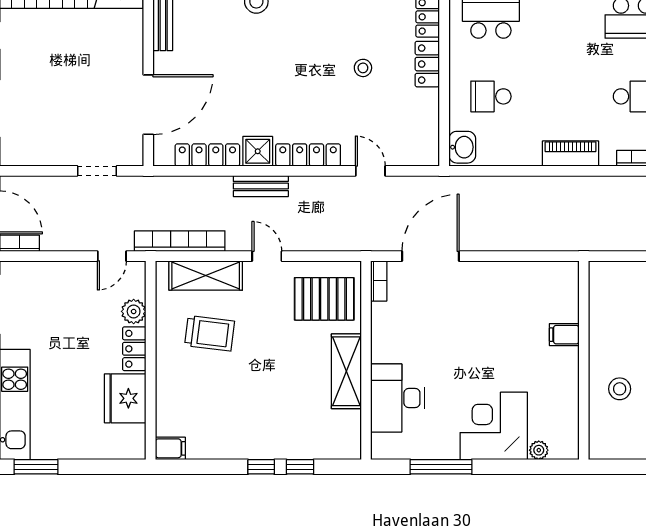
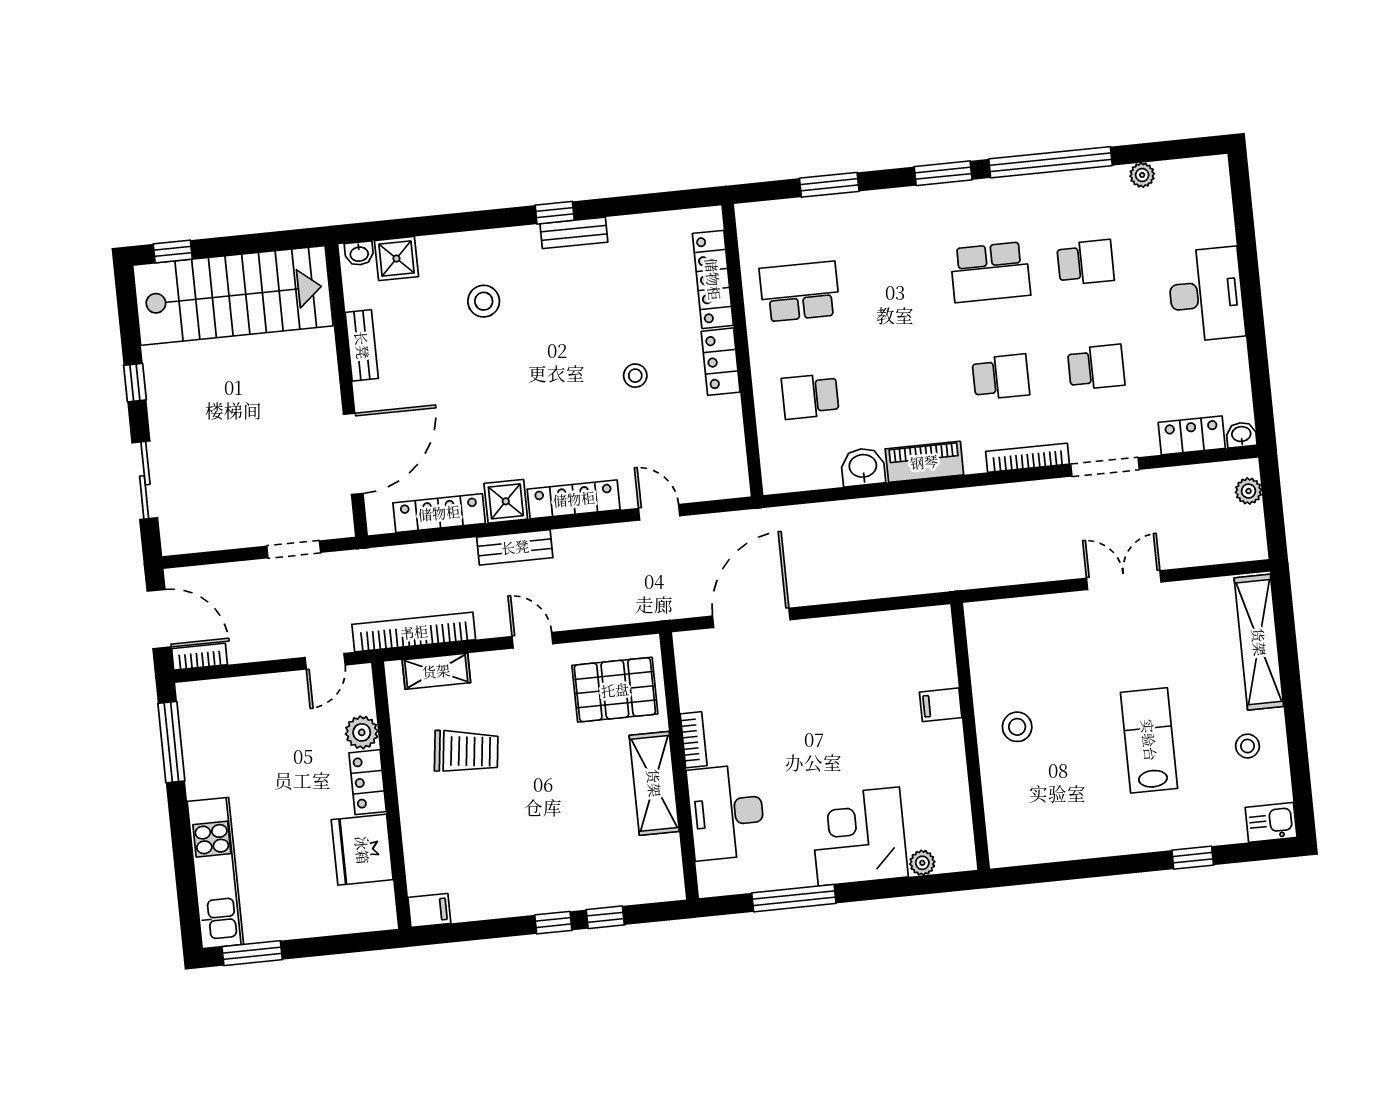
washbasin: (462, 147) -> (863, 467), moved, turned -90
shelving: (206, 275) -> (436, 671), width x0.67, depth x0.75
bookcase: (379, 281) -> (694, 740), moved
stool: (620, 389) -> (1017, 727), moved

